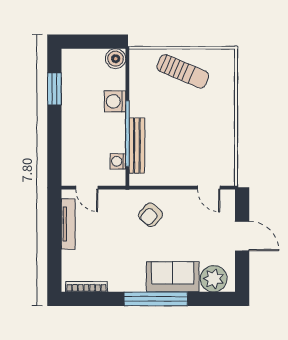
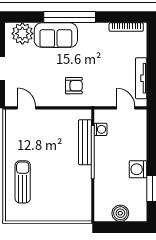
boiler: (116, 59) -> (120, 213), moved
sun lounger: (183, 71) -> (23, 182), moved, turned 67
washing machine: (115, 101) -> (138, 169), moved, turned 180
armchair: (151, 215) -> (74, 86), turned 48

